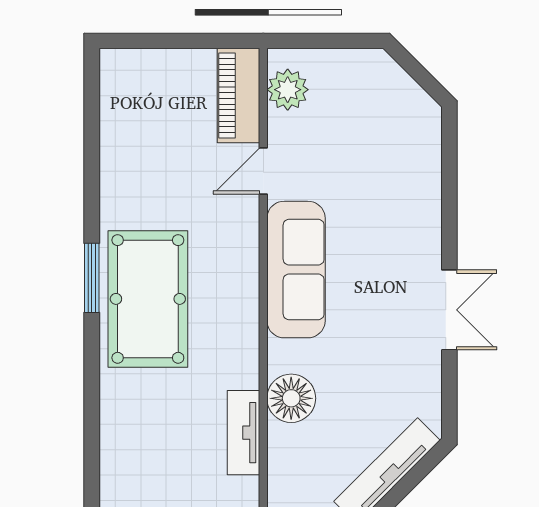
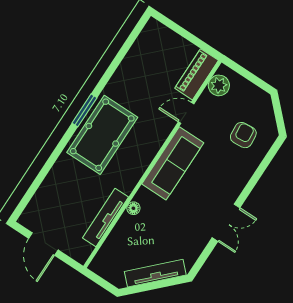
armchair: (382, 145) -> (243, 135), added
floor lamp: (291, 398) -> (133, 208), width x0.53, depth x0.53
tv unit: (244, 433) -> (106, 217), width x1.41

